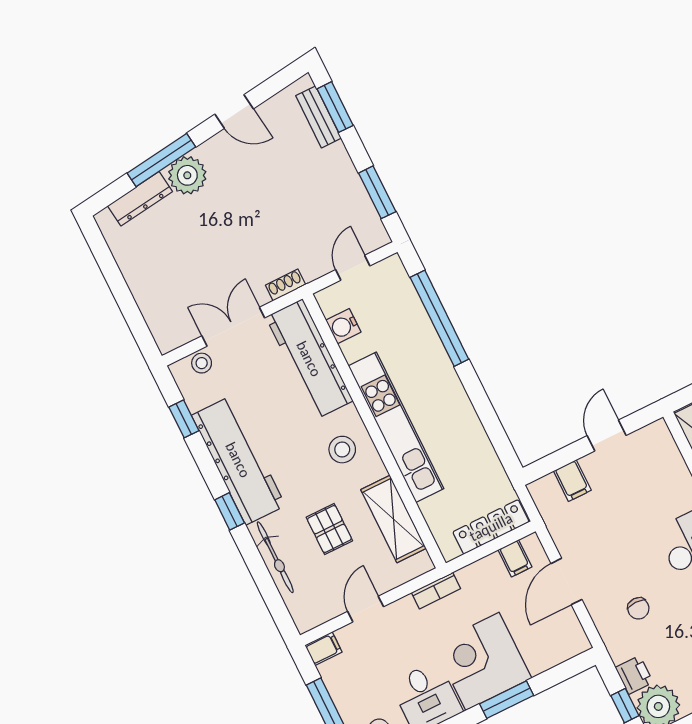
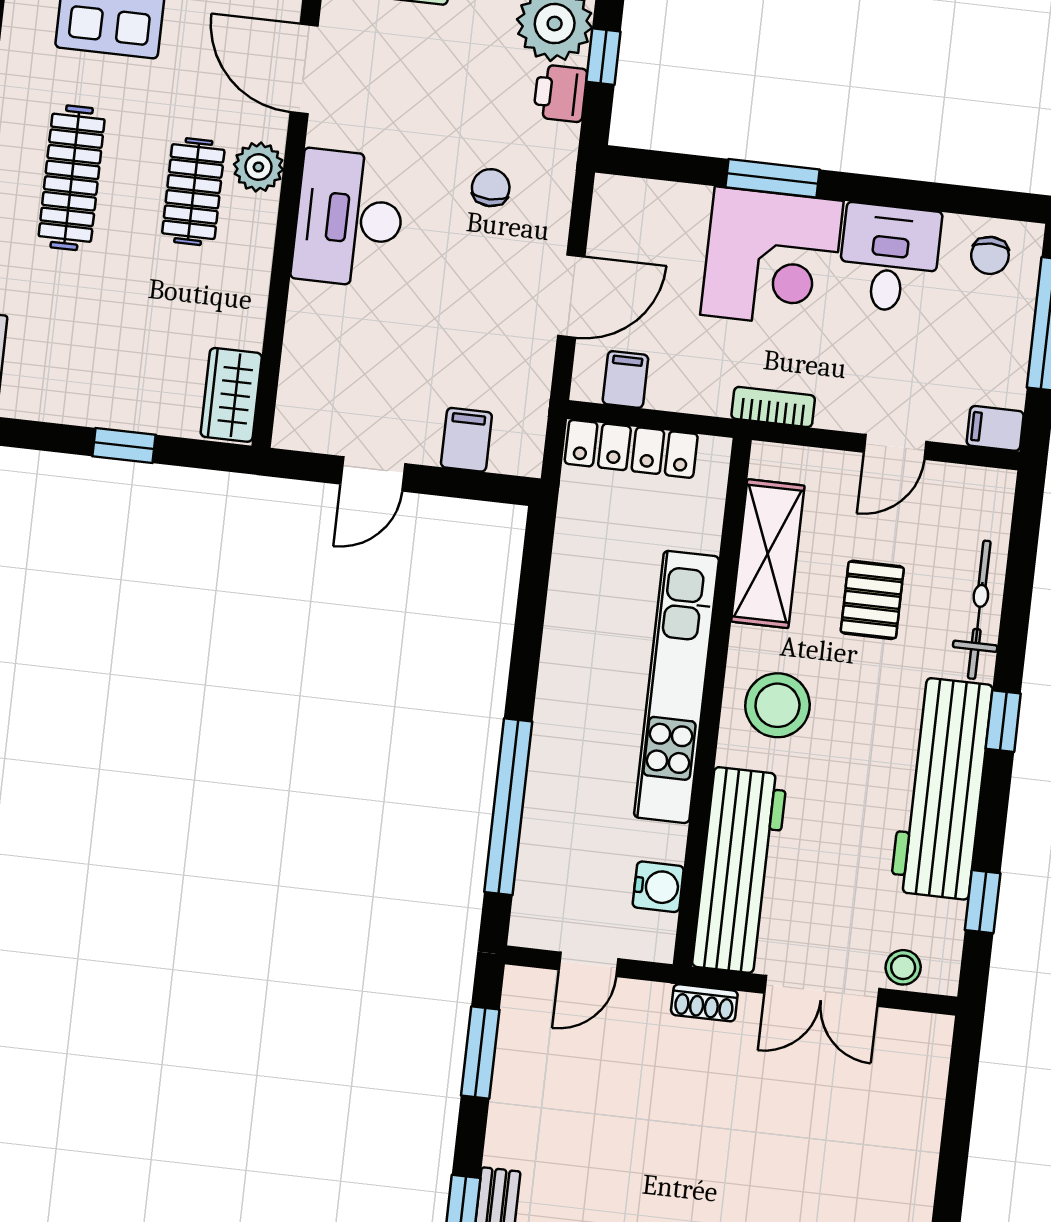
stool: (342, 450) -> (777, 705), width x1.38, depth x1.38

